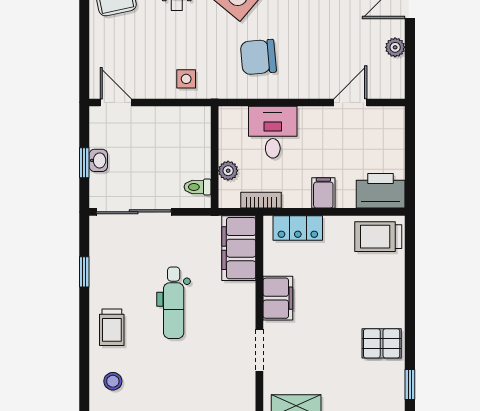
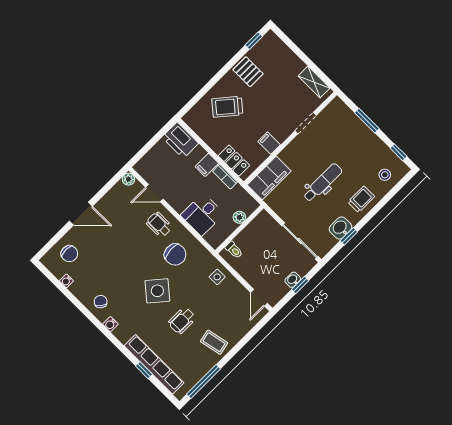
plant: (395, 47) -> (128, 179), moved
wheelchair: (310, 72) -> (159, 225), added
toilet: (198, 187) -> (234, 250), moved
bookcase: (261, 200) -> (225, 177), moved
trolley: (378, 237) -> (227, 107), moved, turned 130
washbasin: (103, 272) -> (340, 228), added
filing cabinet: (278, 298) -> (269, 143), width x0.50

